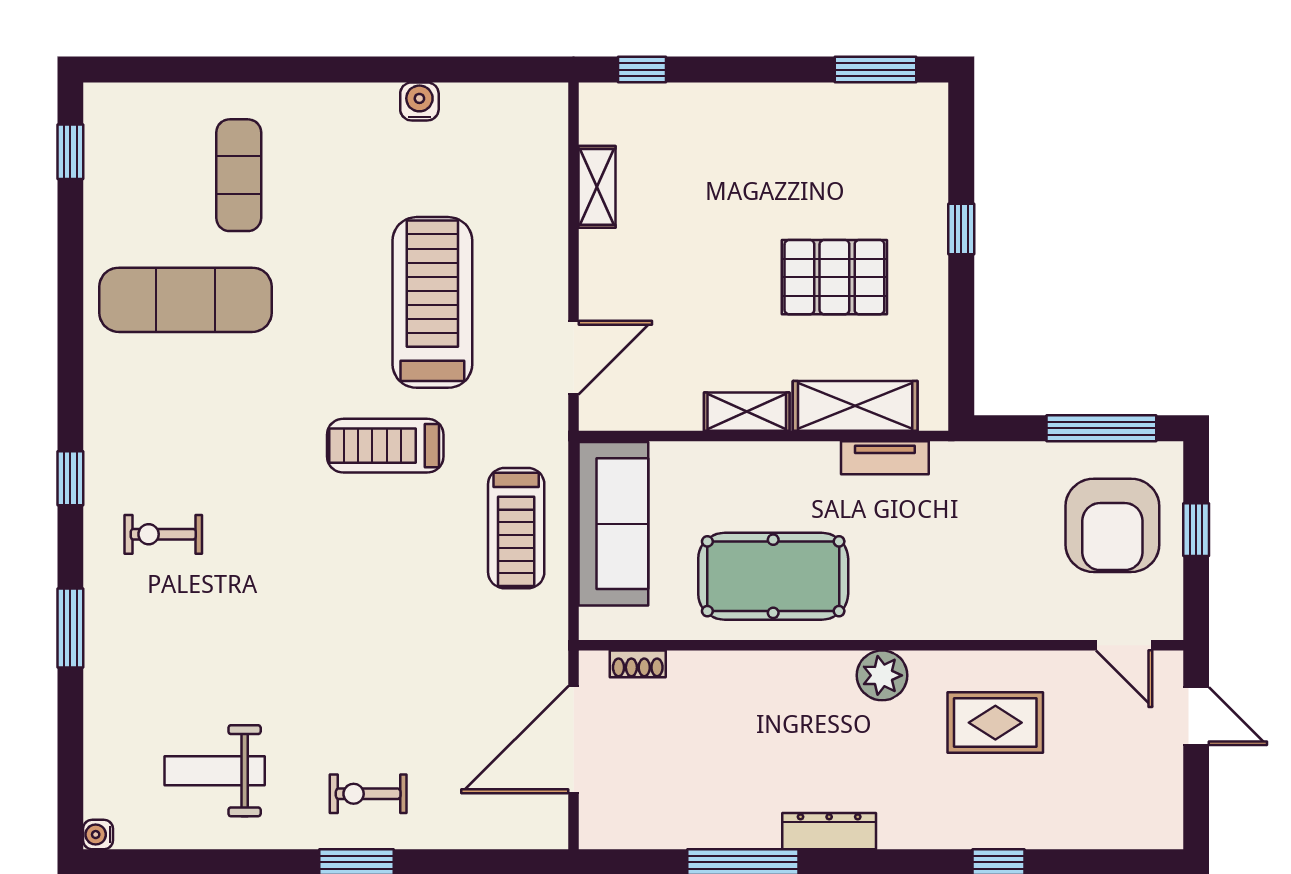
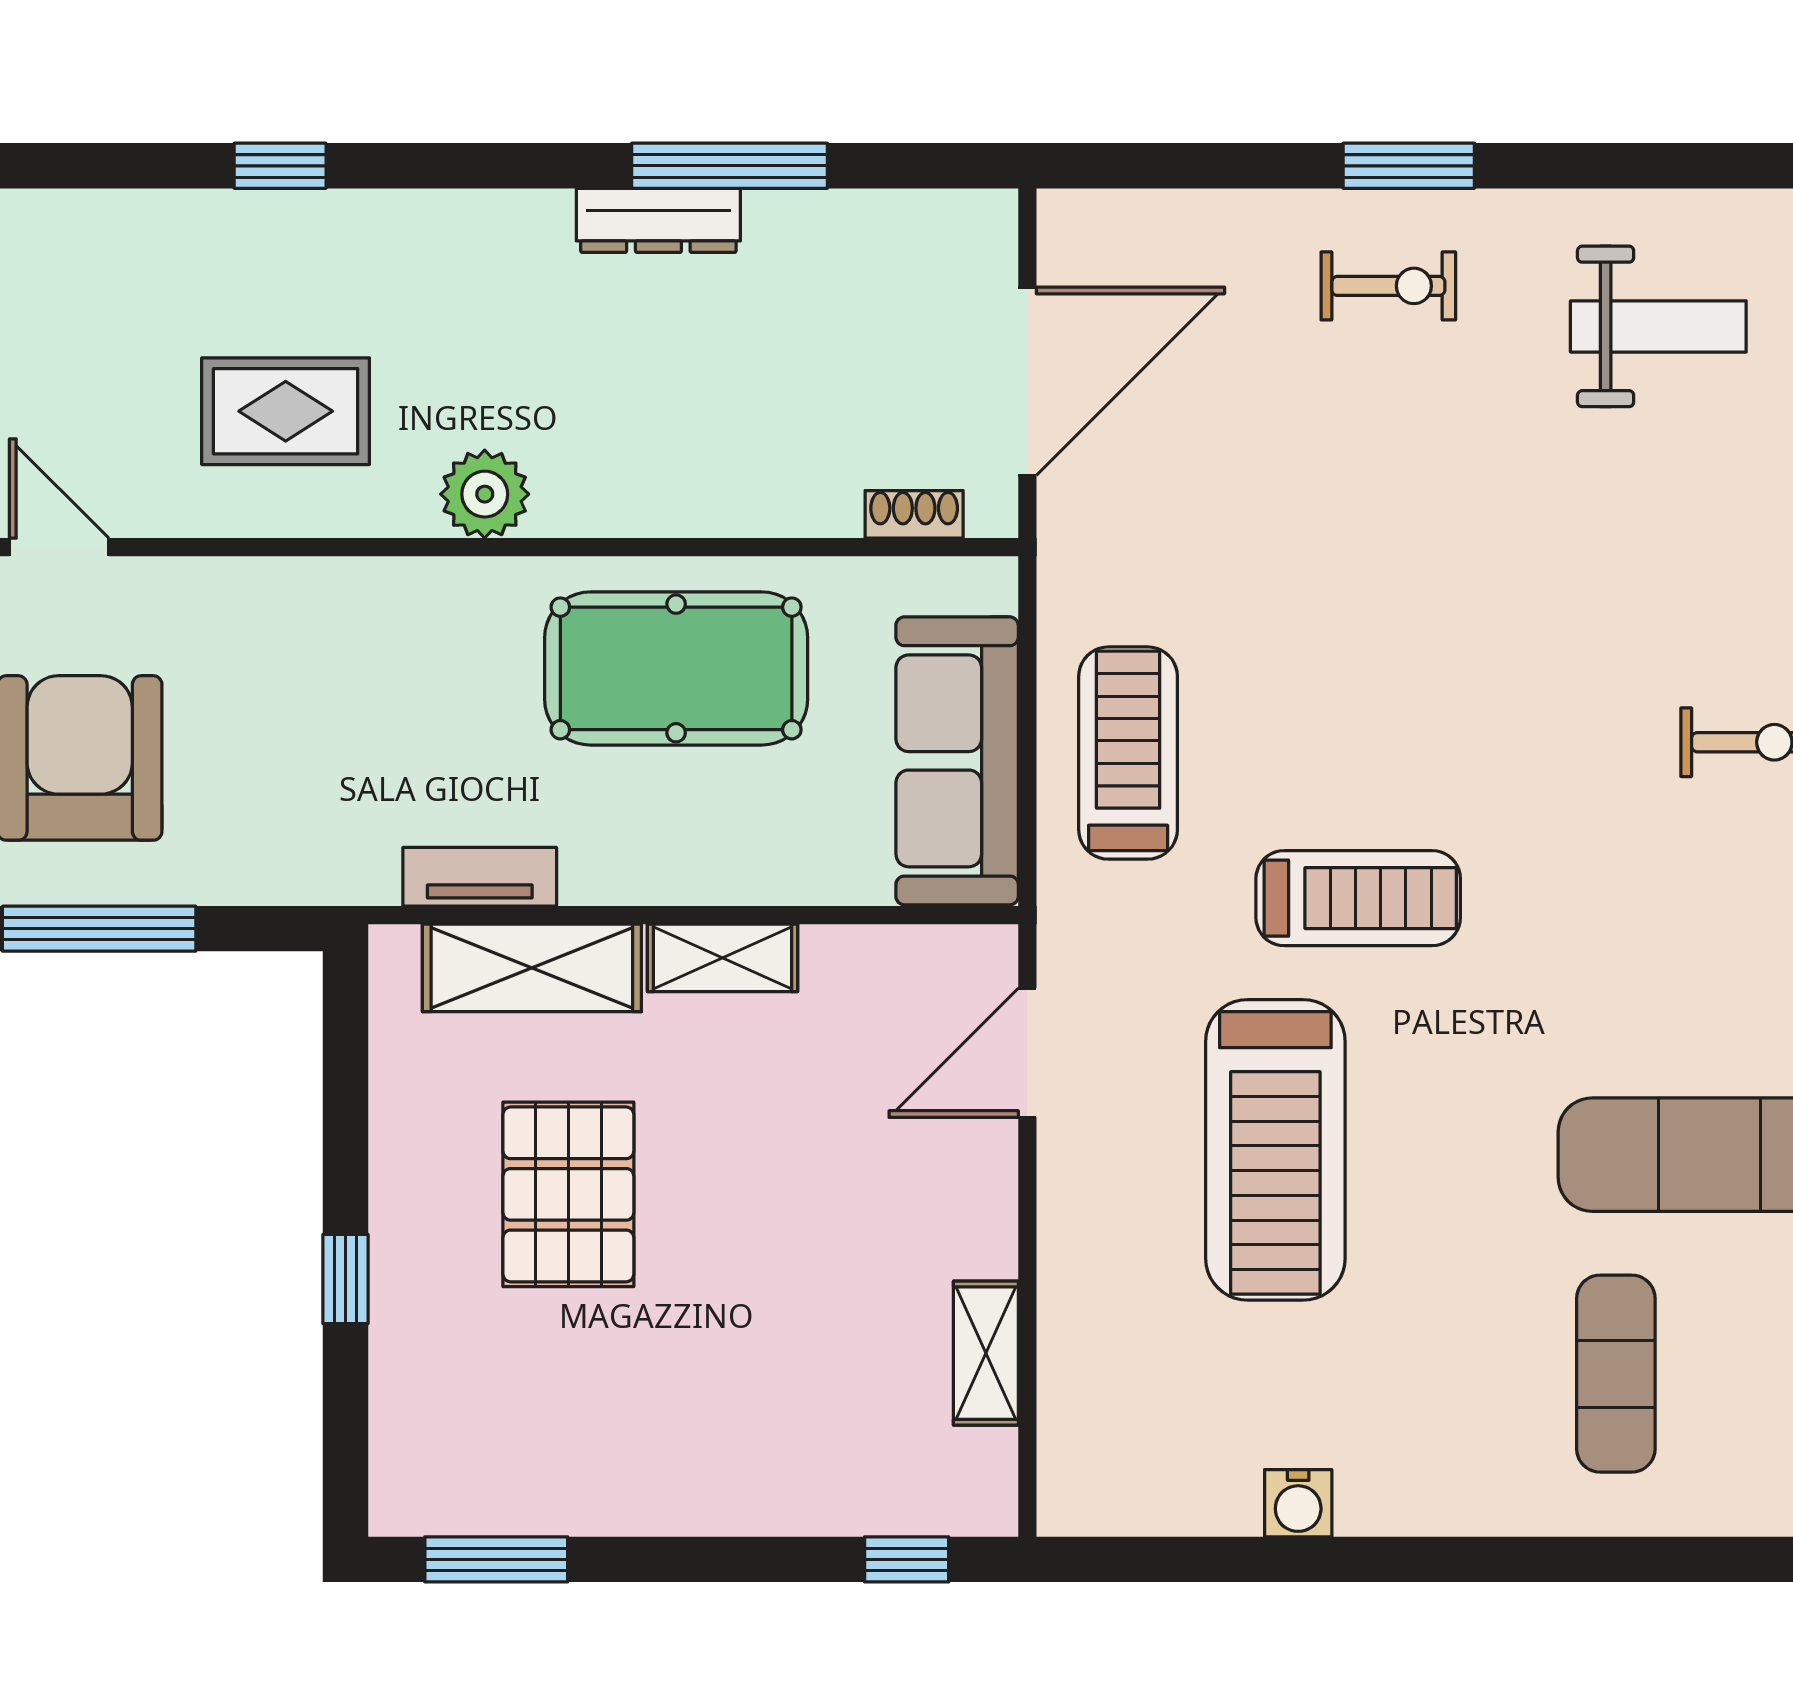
pallet: (834, 277) -> (568, 1194), turned 90
dresser: (829, 831) -> (658, 220), moved

